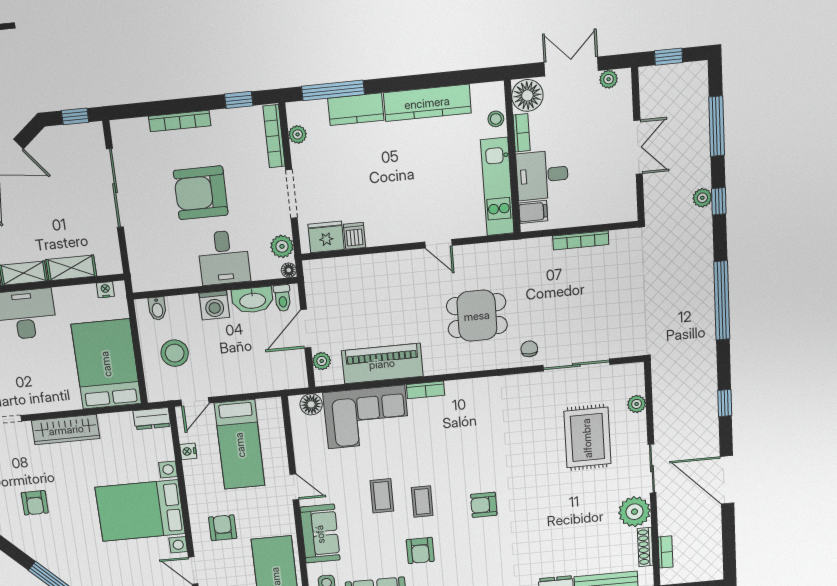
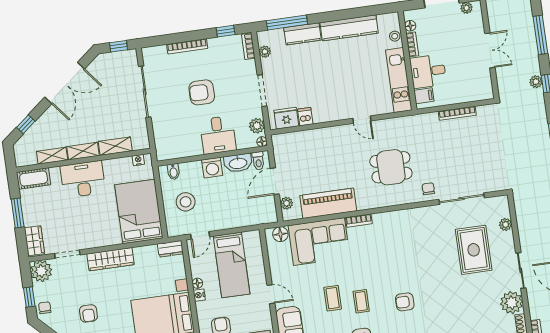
floor lamp: (527, 96) -> (410, 26), width x0.53, depth x0.53
bookcase: (274, 136) -> (248, 46), width x0.64
armchair: (201, 193) -> (202, 92), width x0.73, depth x0.73
nightstand: (188, 451) -> (199, 295), moved
floor lamp: (190, 468) -> (197, 283), added

